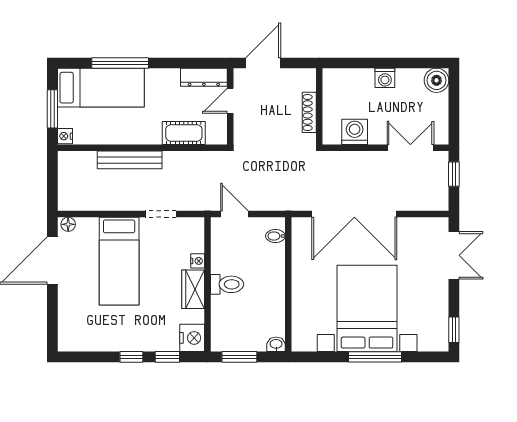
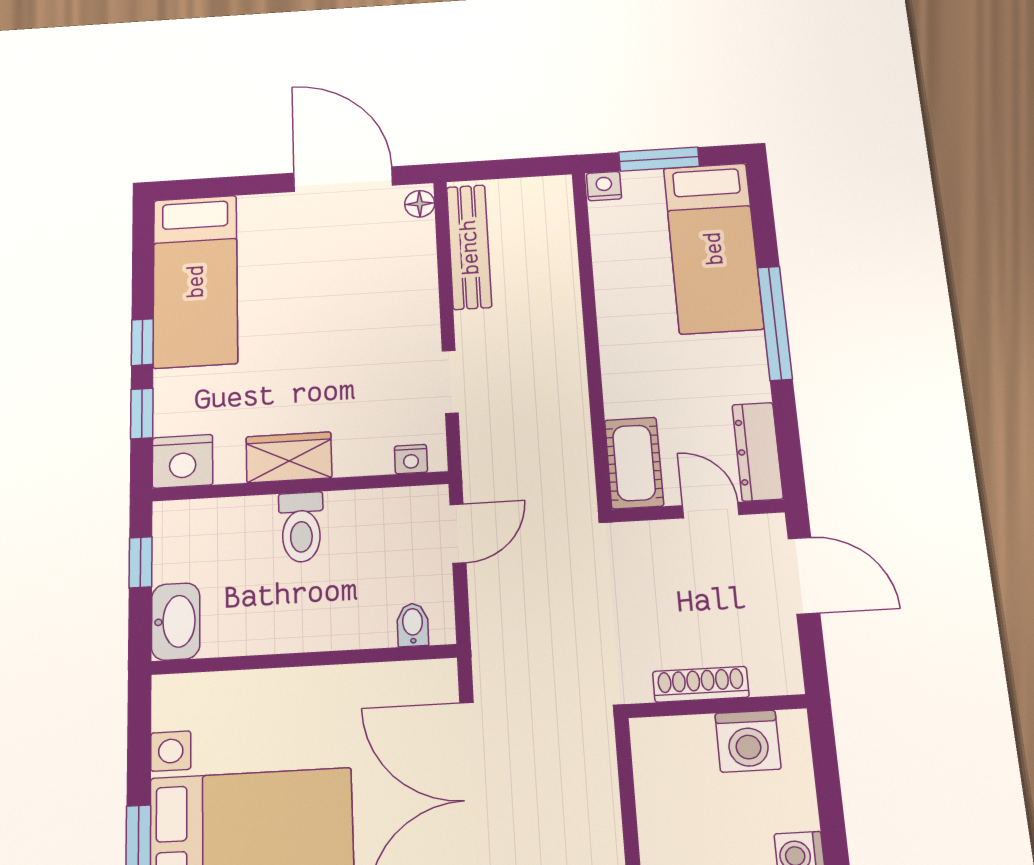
window: (120, 63) -> (775, 323), moved
washing machine: (355, 132) -> (748, 741), moved, turned 90
cot: (184, 133) -> (634, 463), moved
bench: (130, 160) -> (469, 247), moved
bed: (119, 261) -> (195, 281), moved, turned -90
nightstand: (198, 261) -> (411, 459), moved
washbasin: (276, 344) -> (176, 621), width x1.91, depth x1.45
window: (239, 357) -> (141, 562), width x0.67

